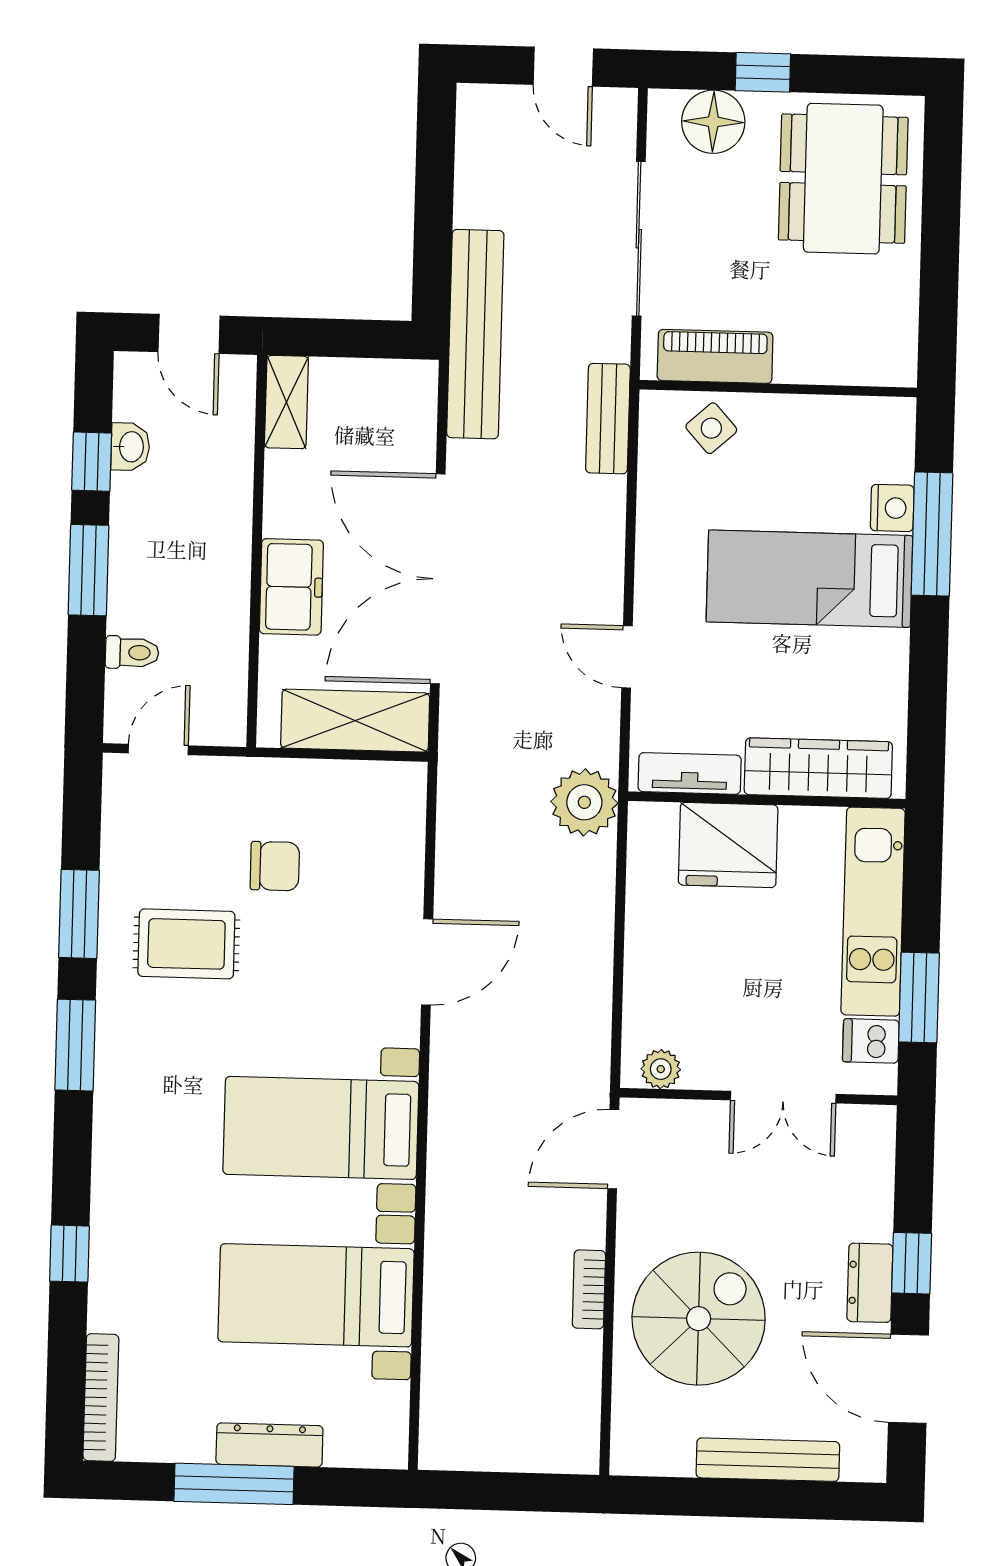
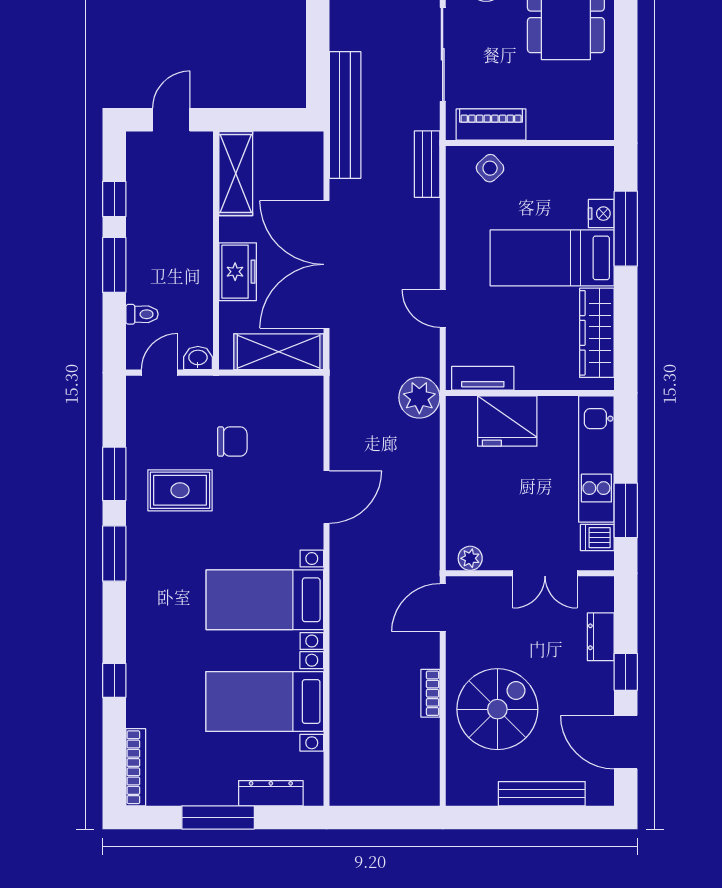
door: (189, 334) -> (171, 120), swing flipped
shelving: (286, 402) -> (236, 174), width x1.50, depth x1.33
washbasin: (130, 447) -> (198, 358), moved, turned -90
wardrobe: (818, 768) -> (597, 333), moved, turned -90
dresser: (870, 1283) -> (601, 637), moved
dresser: (269, 1445) -> (271, 793), moved

